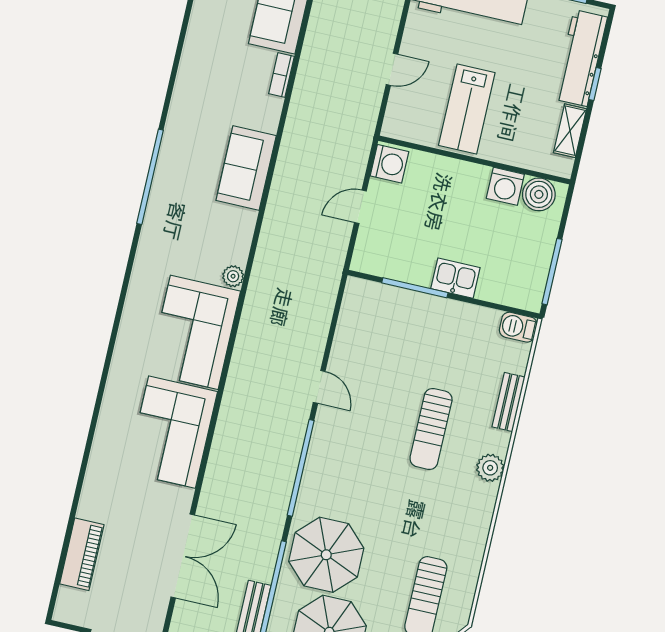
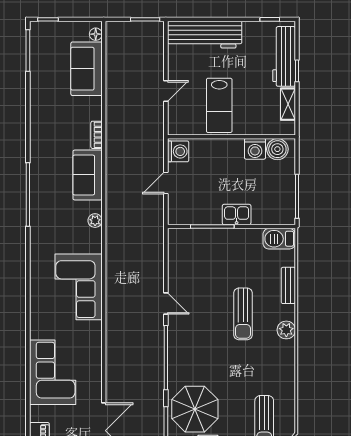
bookcase: (281, 75) -> (96, 135), moved
plant: (233, 276) -> (95, 221), moved
barbecue: (518, 327) -> (279, 239), width x1.38, depth x1.27
corner sofa: (172, 432) -> (53, 372), moved, turned 180

